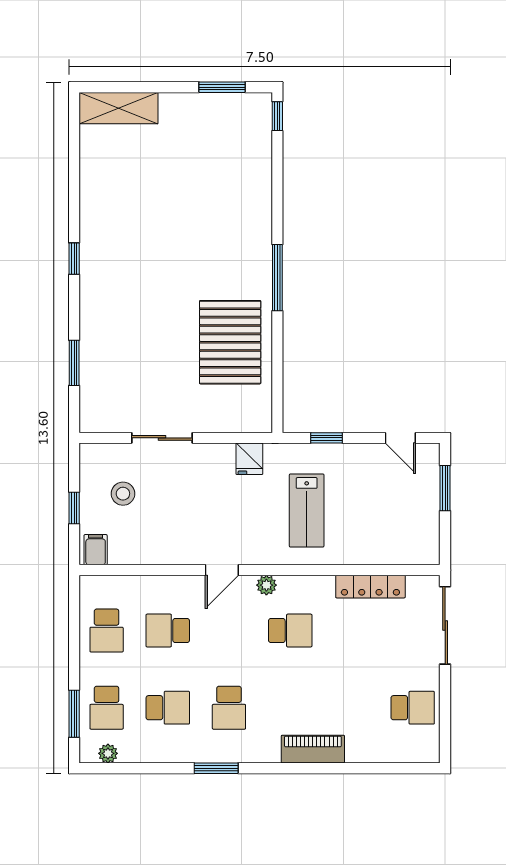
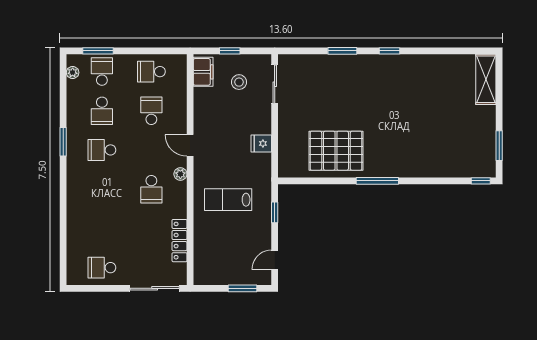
window: (74, 363) -> (342, 51), moved
sliding door: (162, 438) -> (275, 84), moved
fridge: (249, 459) -> (261, 143), moved
filing cabinet: (96, 550) -> (203, 72), width x2.00
school desk: (107, 708) -> (102, 72), turned 90
school desk: (413, 708) -> (102, 268), turned 90
piano: (313, 749) -> (75, 204), removed

